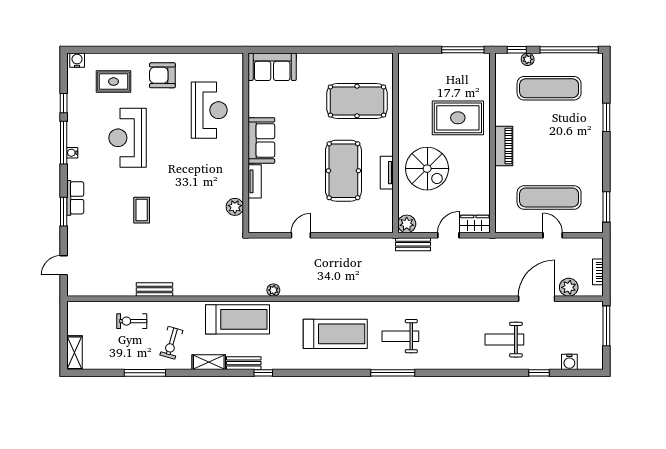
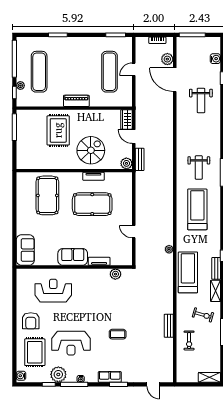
rug: (114, 82) -> (35, 352), width x1.36, depth x1.43
plant: (79, 118) -> (58, 374), added

